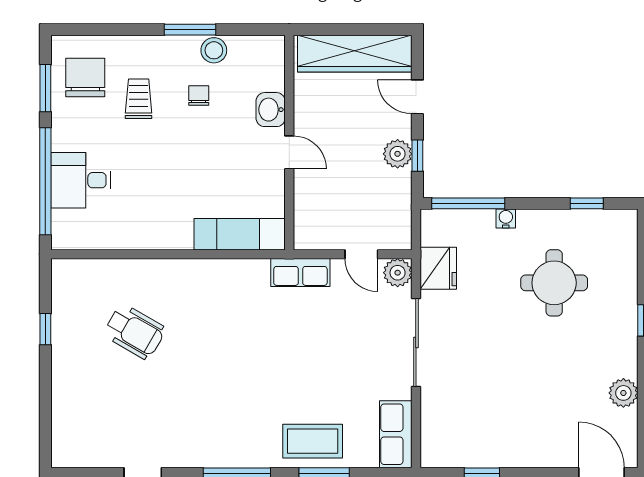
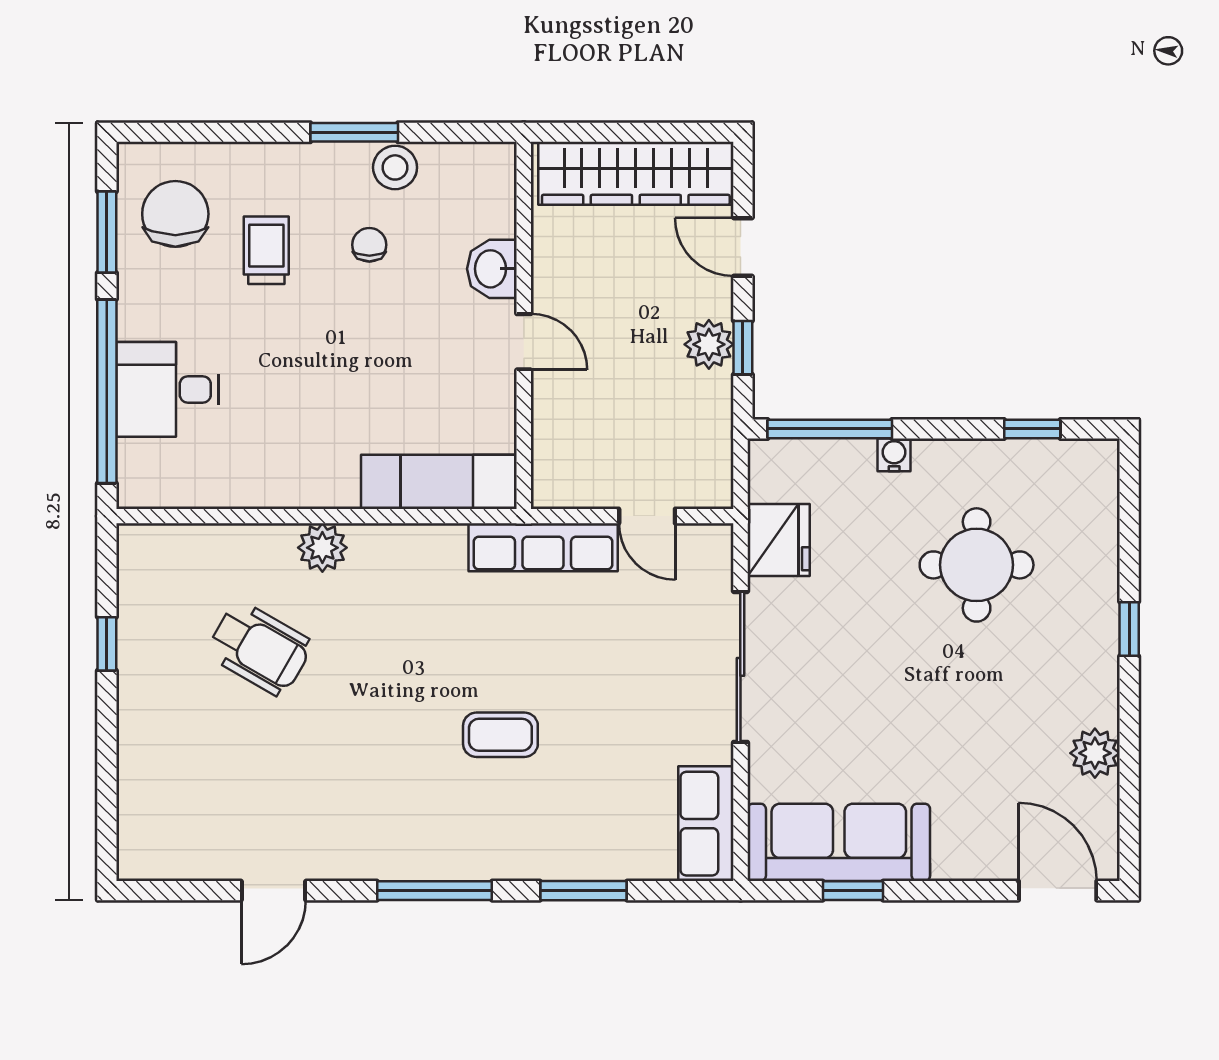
row of seats: (300, 273) -> (543, 547), width x1.48
plant: (398, 273) -> (322, 548), moved
coffee table: (313, 441) -> (500, 735), moved, width x0.73, depth x0.77
sofa: (473, 445) -> (839, 842), added

